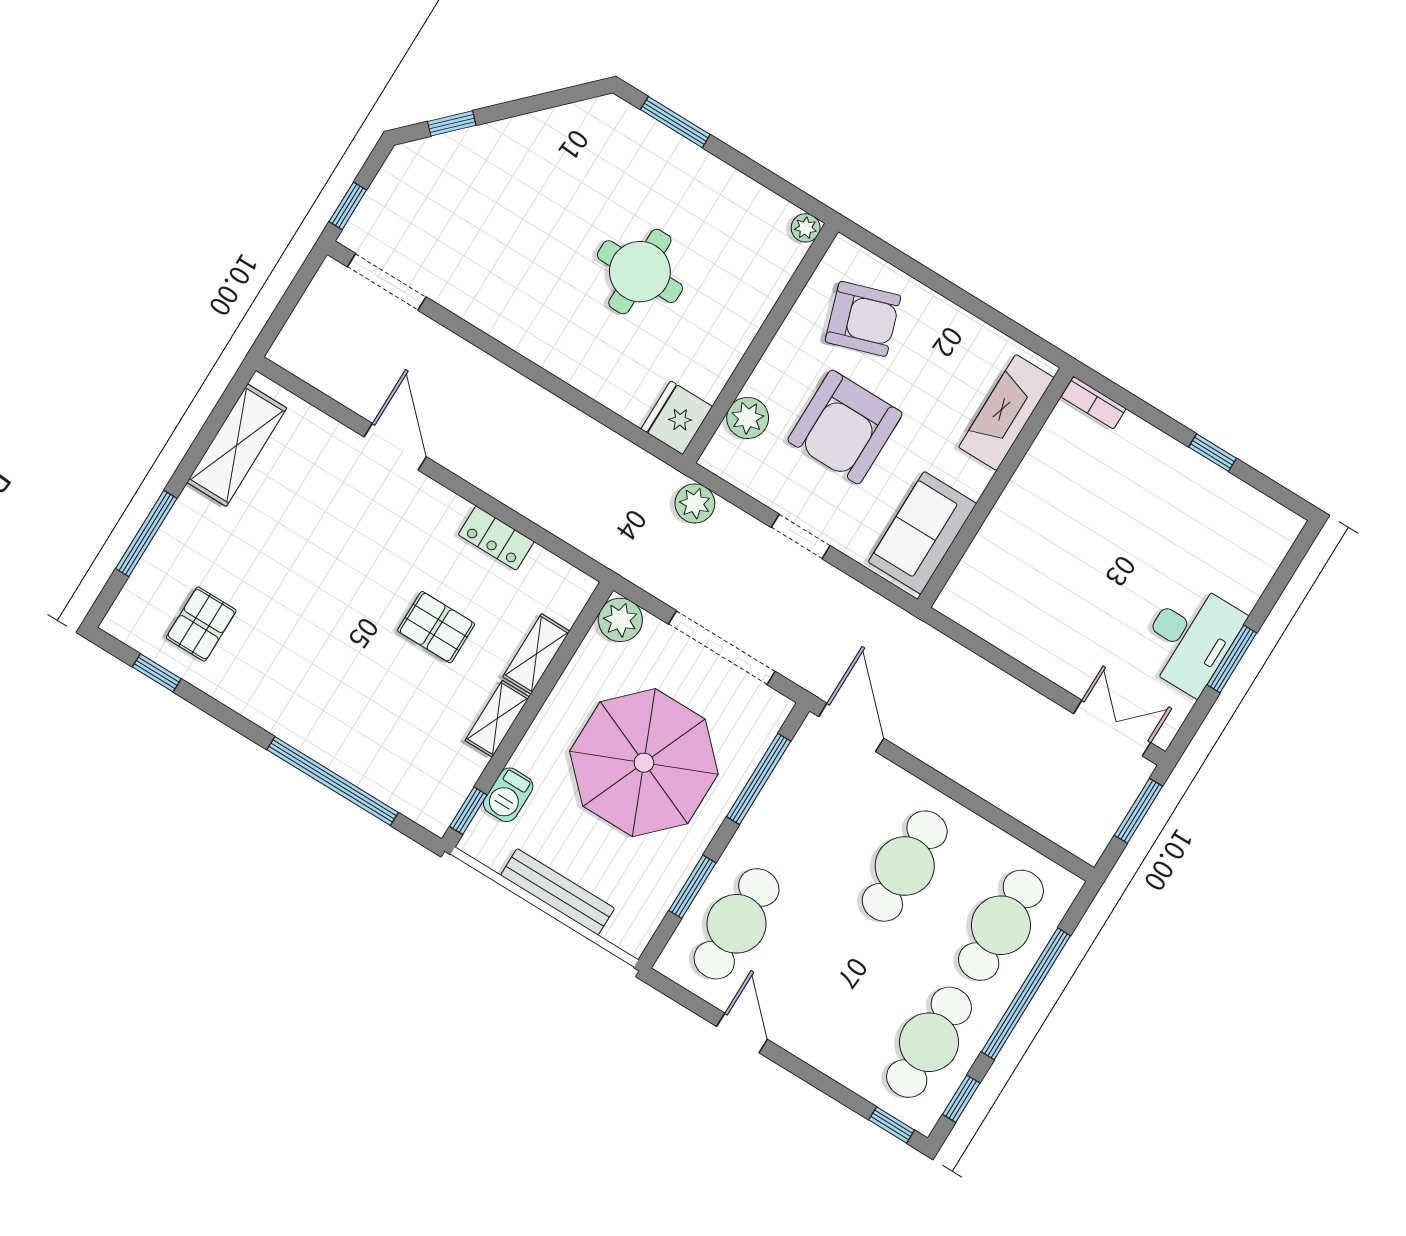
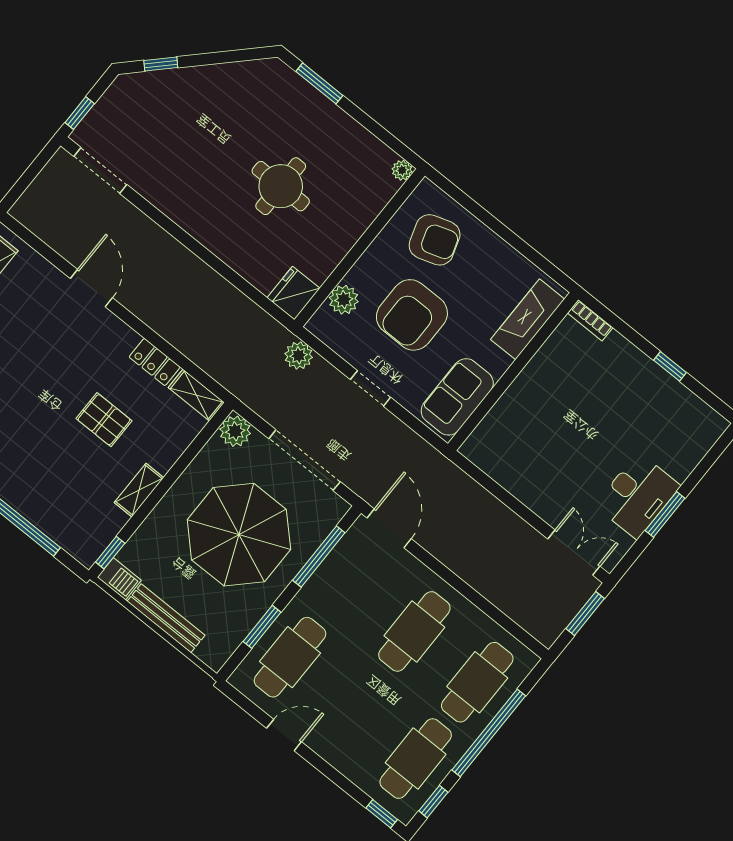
shelving: (536, 654) -> (196, 395), moved, turned 90
barbecue: (508, 795) -> (119, 579), moved, turned -90
door: (742, 1033) -> (284, 735), hinge flipped

